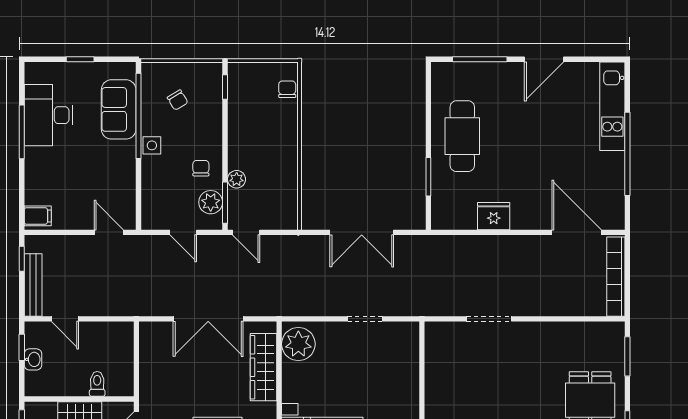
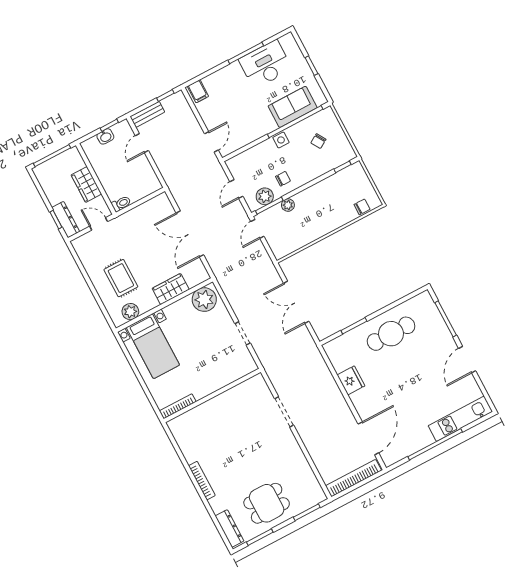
door: (544, 59) -> (467, 360), hinge flipped
bench: (33, 285) -> (147, 114), width x0.73
wardrobe: (263, 367) -> (171, 289), width x0.67
toilet: (97, 384) -> (121, 204), moved

